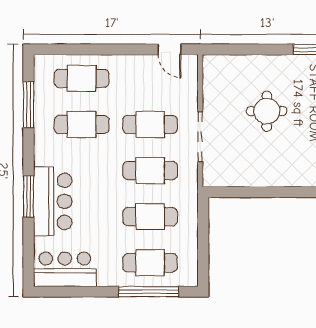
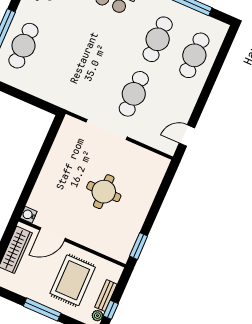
cafe table: (150, 171) -> (97, 78), removed
cafe table: (150, 217) -> (60, 62), removed

